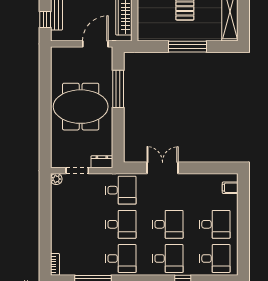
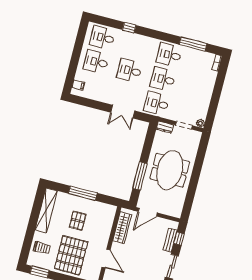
meeting table: (81, 107) -> (170, 170), turned 90
desk: (168, 258) -> (136, 46), removed

